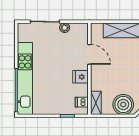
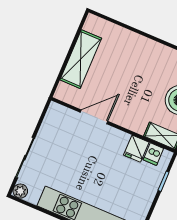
plant: (65, 28) -> (20, 191), moved
fridge: (81, 77) -> (136, 149), moved

